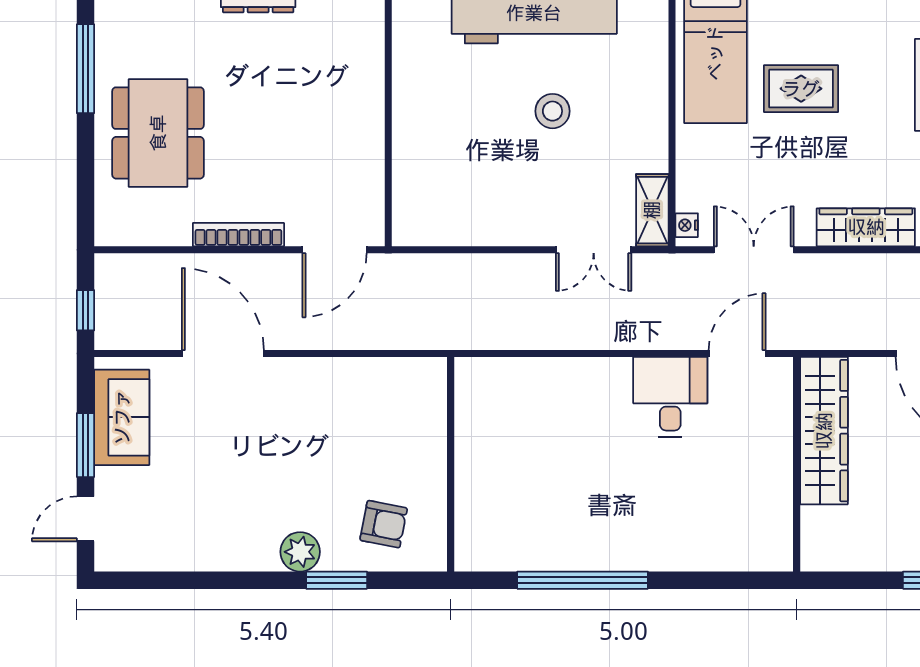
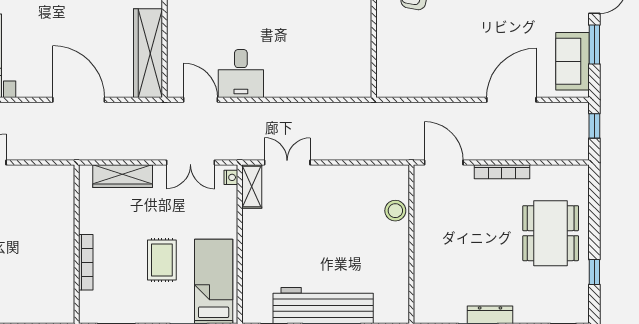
window: (85, 69) -> (594, 272), width x0.46
rug: (801, 89) -> (162, 260), turned 90
stool: (552, 111) -> (395, 211), moved
door: (335, 250) -> (444, 163), hinge flipped
door: (223, 354) -> (511, 100), swing flipped
door: (737, 354) -> (200, 100), swing flipped

